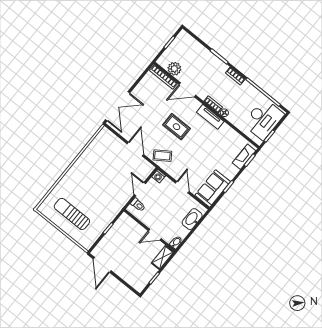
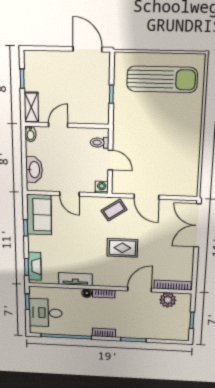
tv unit: (210, 117) -> (75, 279), moved
desk: (263, 119) -> (46, 313), width x0.73
sun lounger: (72, 214) -> (162, 79), width x1.36, depth x1.34

